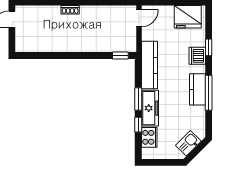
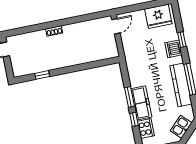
window: (120, 56) -> (42, 75), moved
kitchen counter: (149, 65) -> (133, 65), removed
kitchen counter: (197, 89) -> (181, 85), width x1.50

